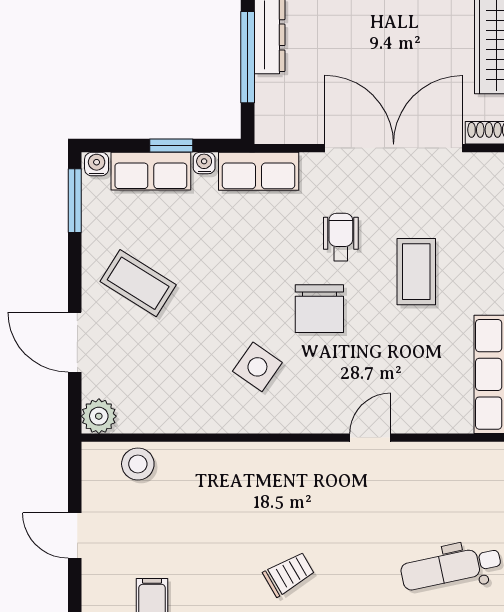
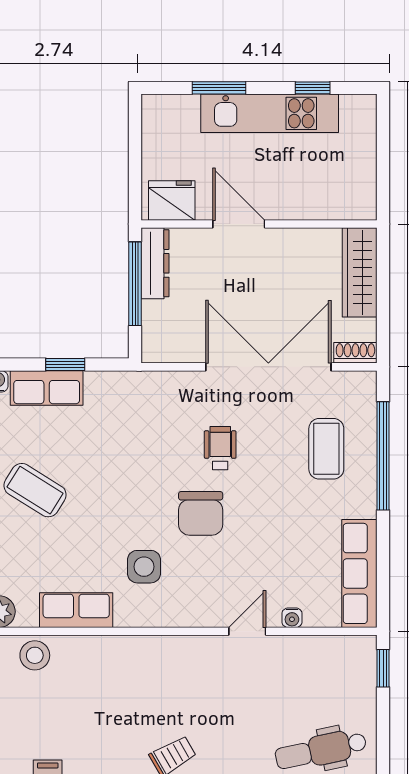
water cooler: (204, 163) -> (292, 618), moved, turned 180
row of seats: (259, 171) -> (76, 610), moved, turned 180
coffee table: (416, 272) -> (326, 449), moved
side table: (257, 367) -> (144, 567), turned -35

